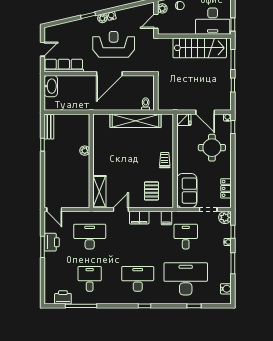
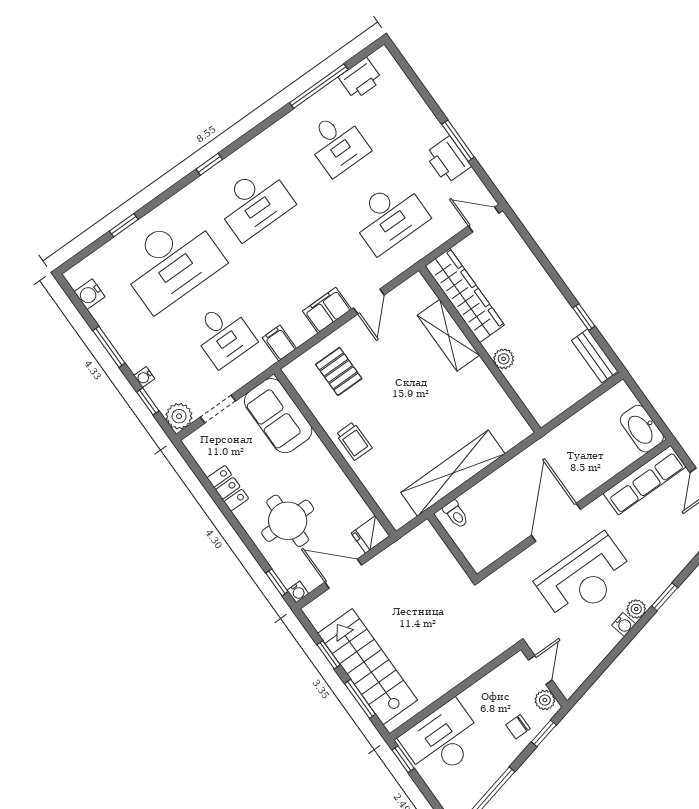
stairs: (200, 48) -> (368, 667), moved, turned 90
wardrobe: (82, 186) -> (465, 295), added
locker: (226, 188) -> (228, 488), moved
shelving: (99, 192) -> (448, 335), moved

